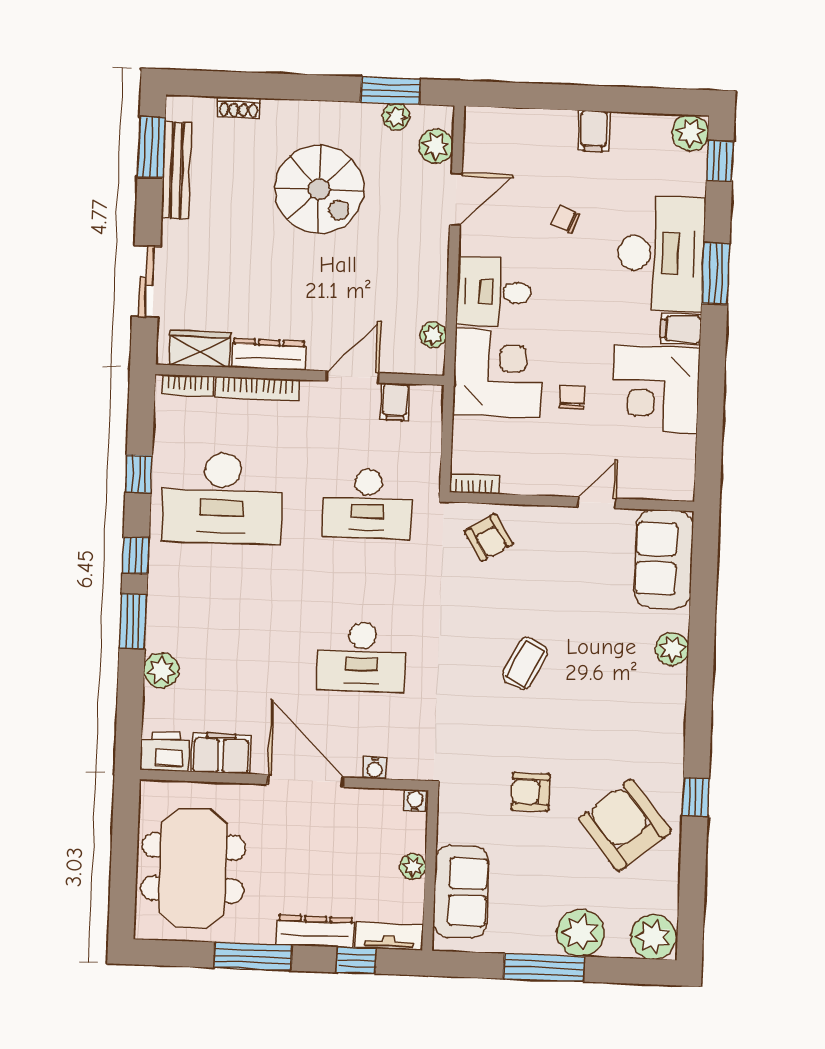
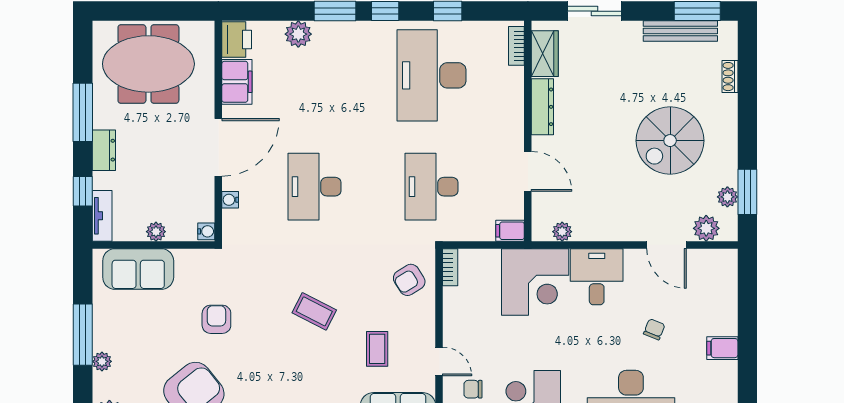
bookcase: (258, 389) -> (516, 99), removed
chair: (572, 397) -> (473, 389), moved, turned 180
filing cabinet: (395, 402) -> (510, 231), moved
coffee table: (577, 583) -> (377, 349), added
dresser: (315, 931) -> (104, 150), width x0.70
plant: (580, 933) -> (102, 361), width x0.53, depth x0.53

